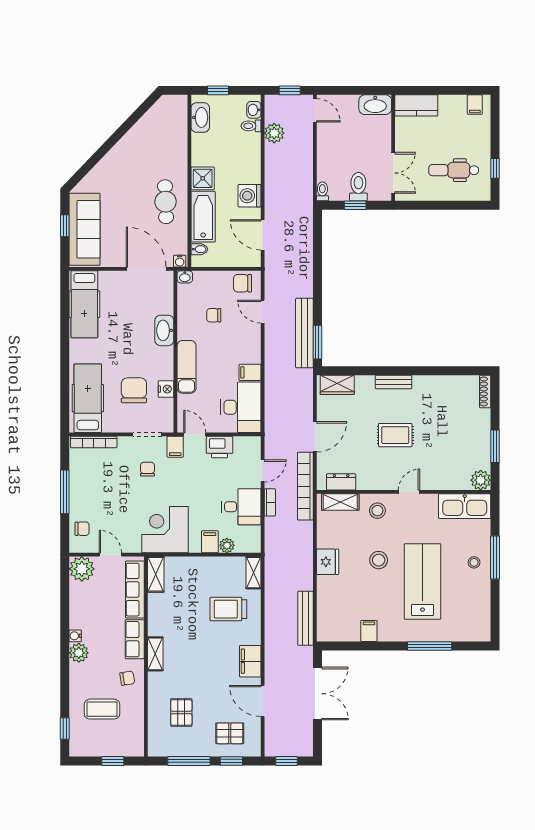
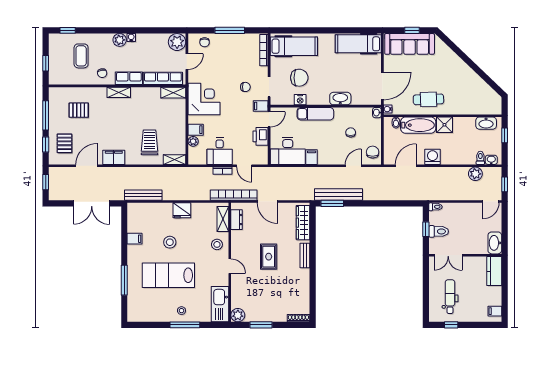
wardrobe: (337, 385) -> (303, 223), width x1.50
stool: (379, 560) -> (170, 242), moved
lab bench: (423, 581) -> (168, 275), turned 180

